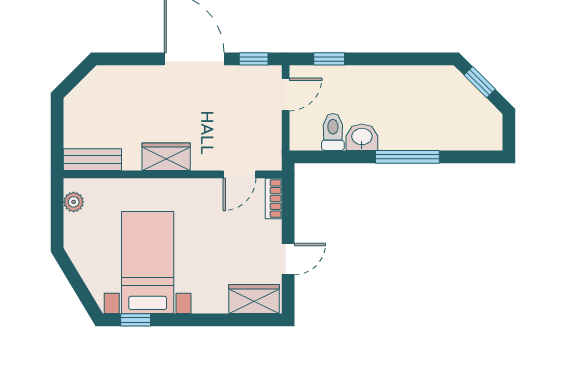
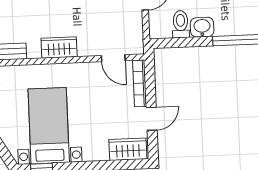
door: (239, 174) -> (113, 58), hinge flipped
bookcase: (274, 199) -> (140, 83), width x1.56

